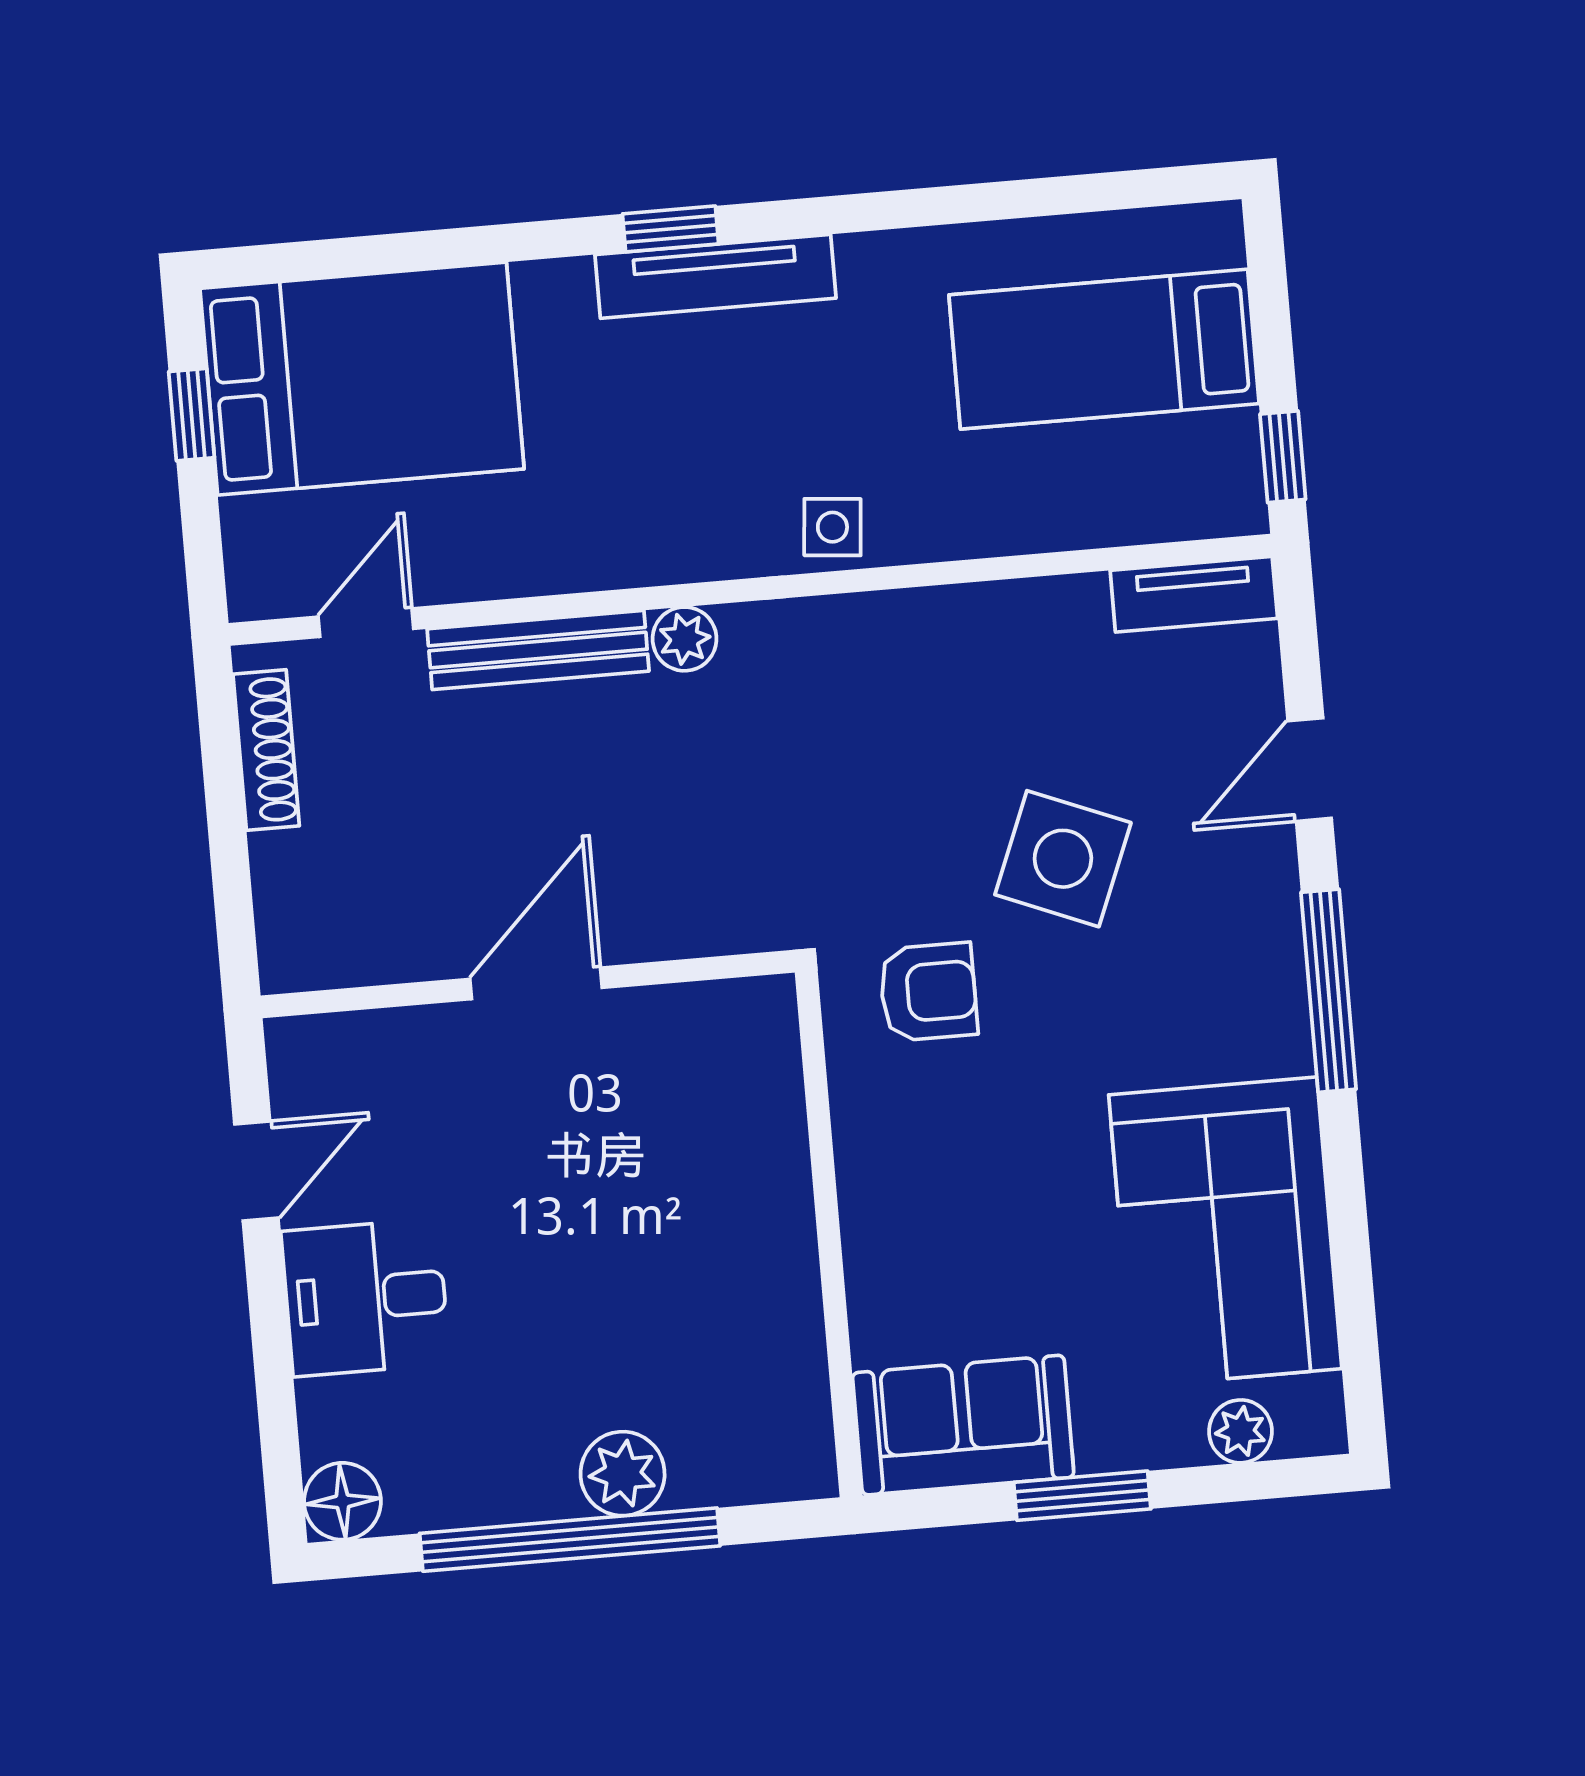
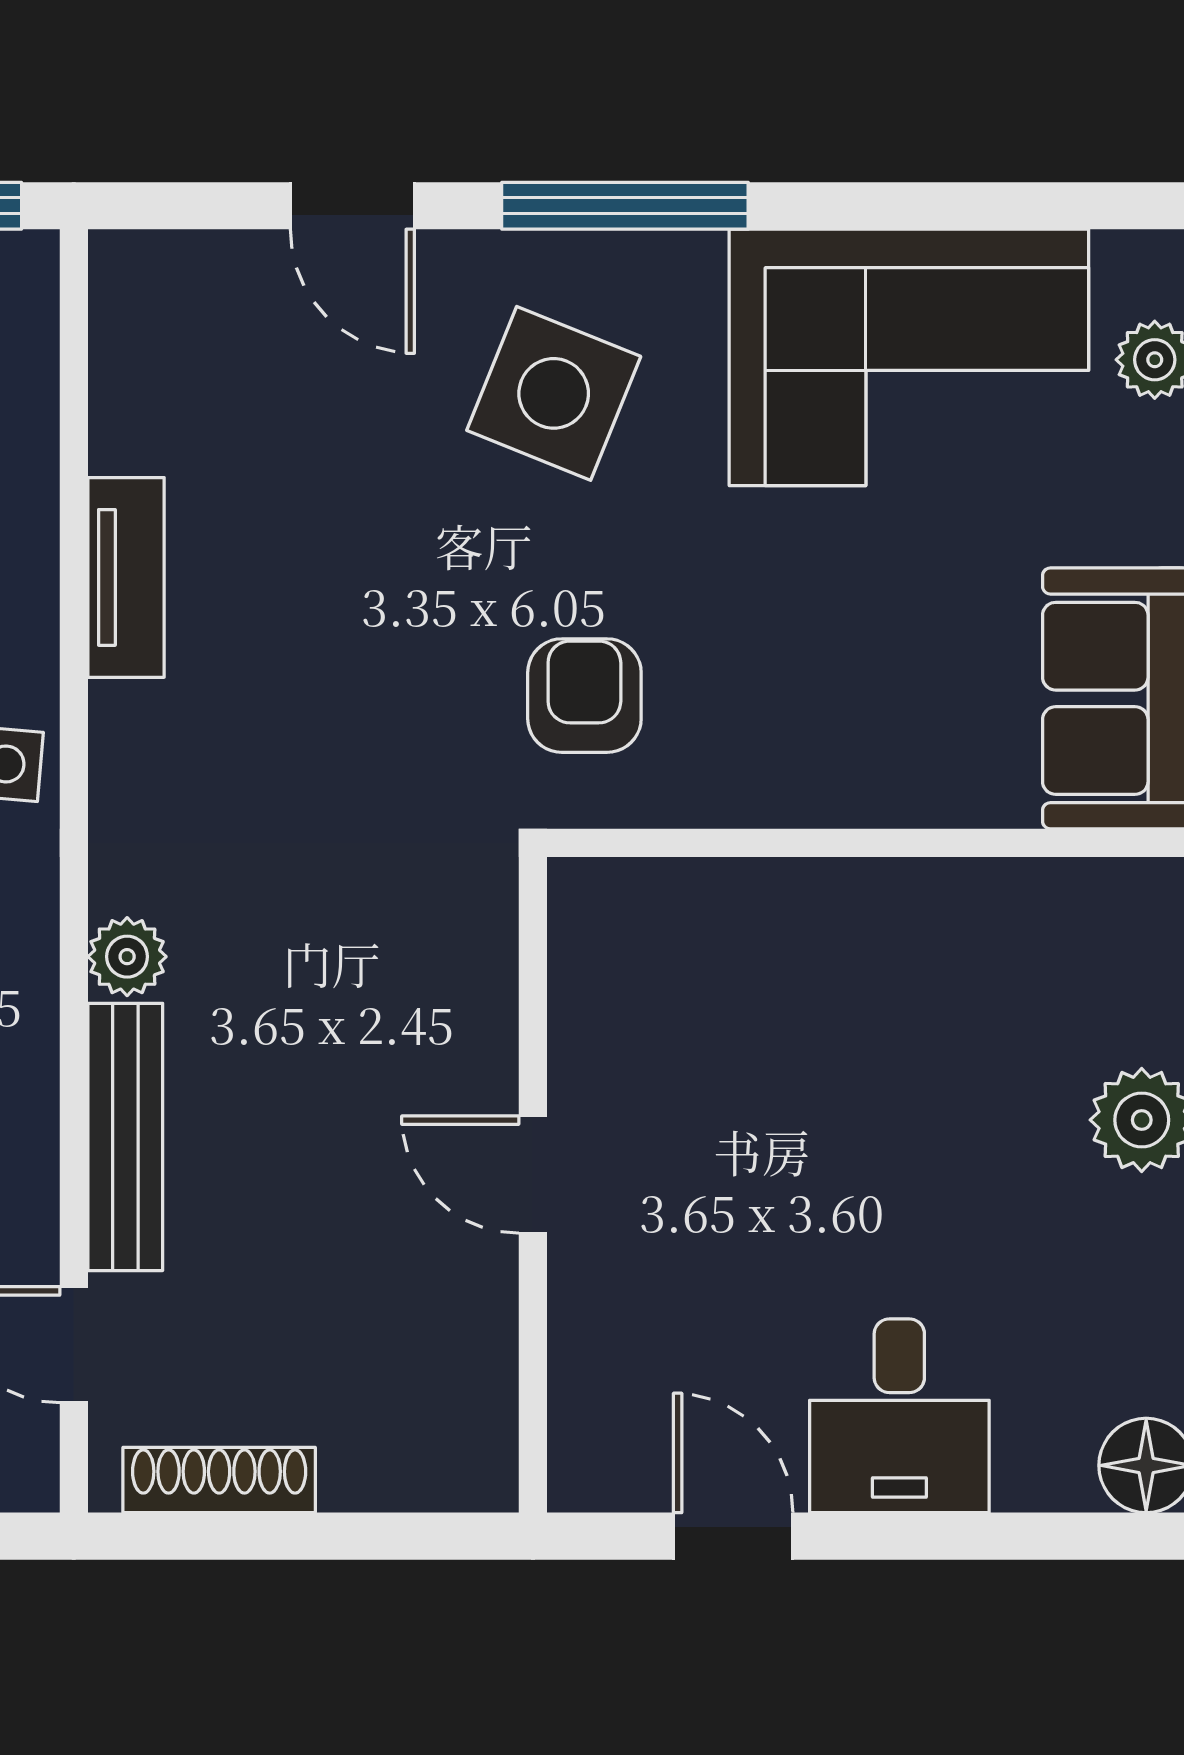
tv unit: (1194, 594) -> (126, 577), moved
side table: (1063, 859) -> (554, 393), moved
door: (536, 983) -> (533, 1174), width x0.73

